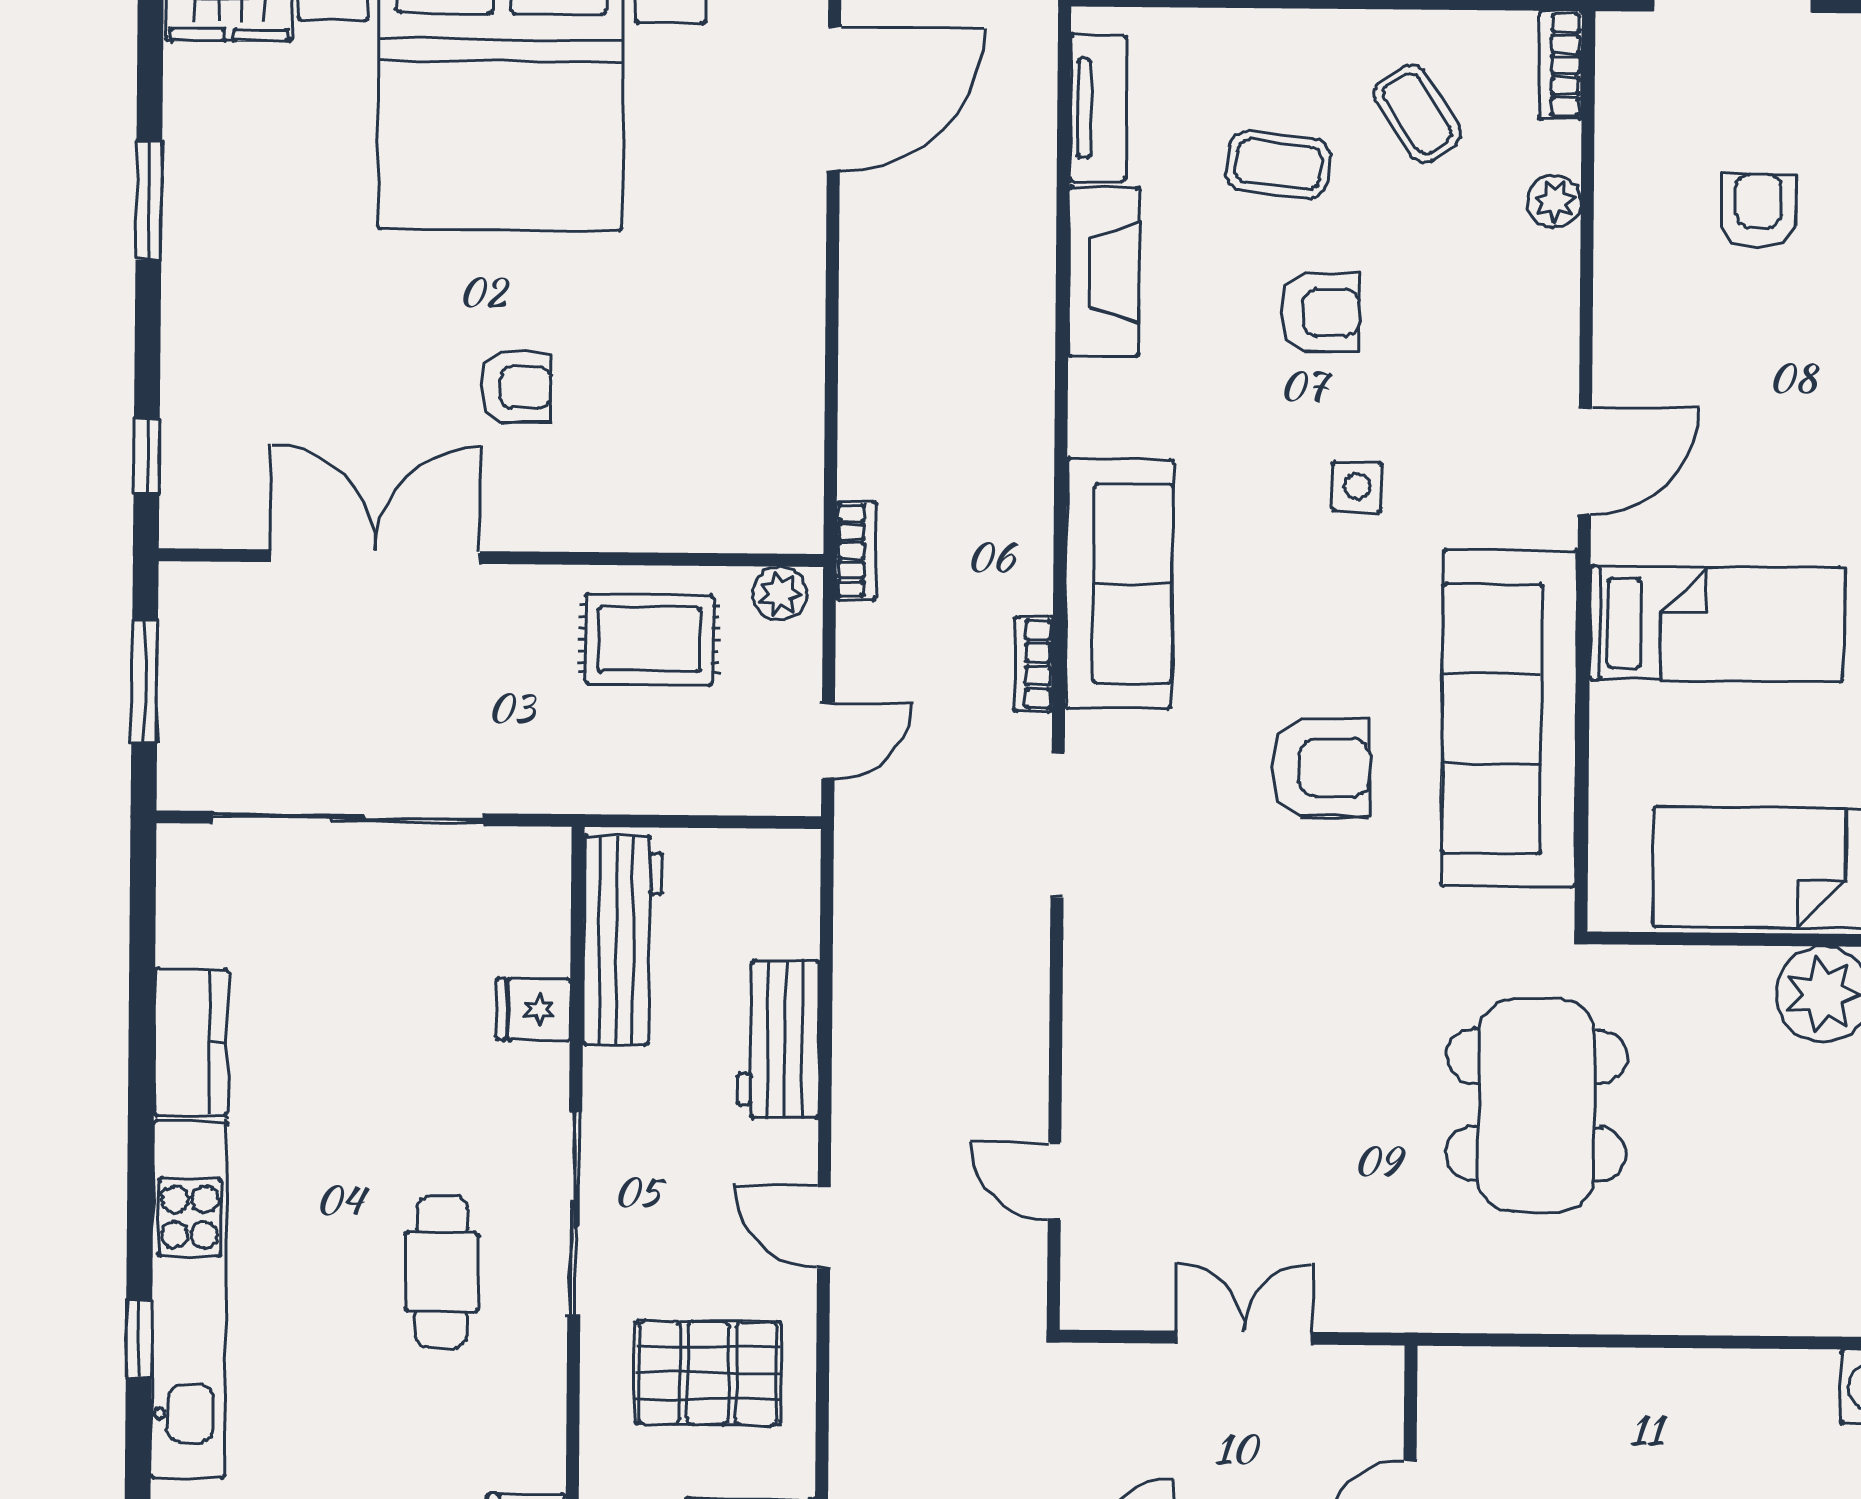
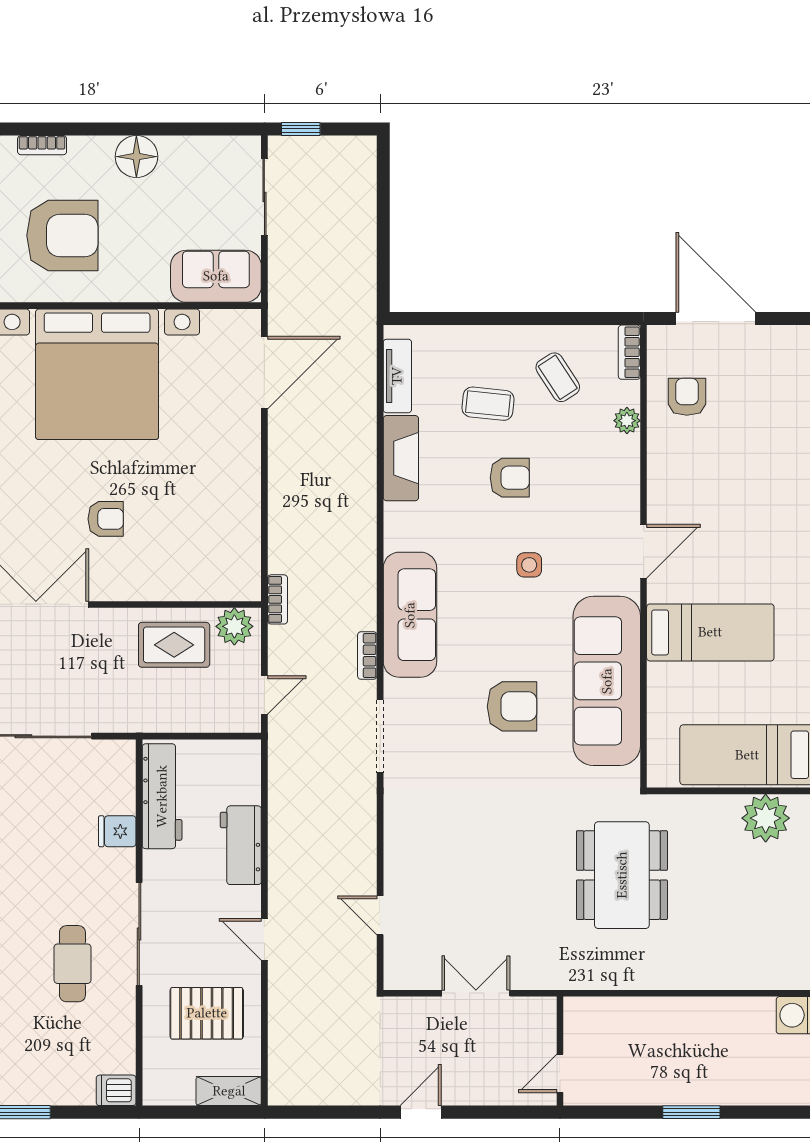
armchair: (1758, 211) -> (687, 397), moved
plant: (780, 594) -> (234, 626), width x1.38, depth x1.38

